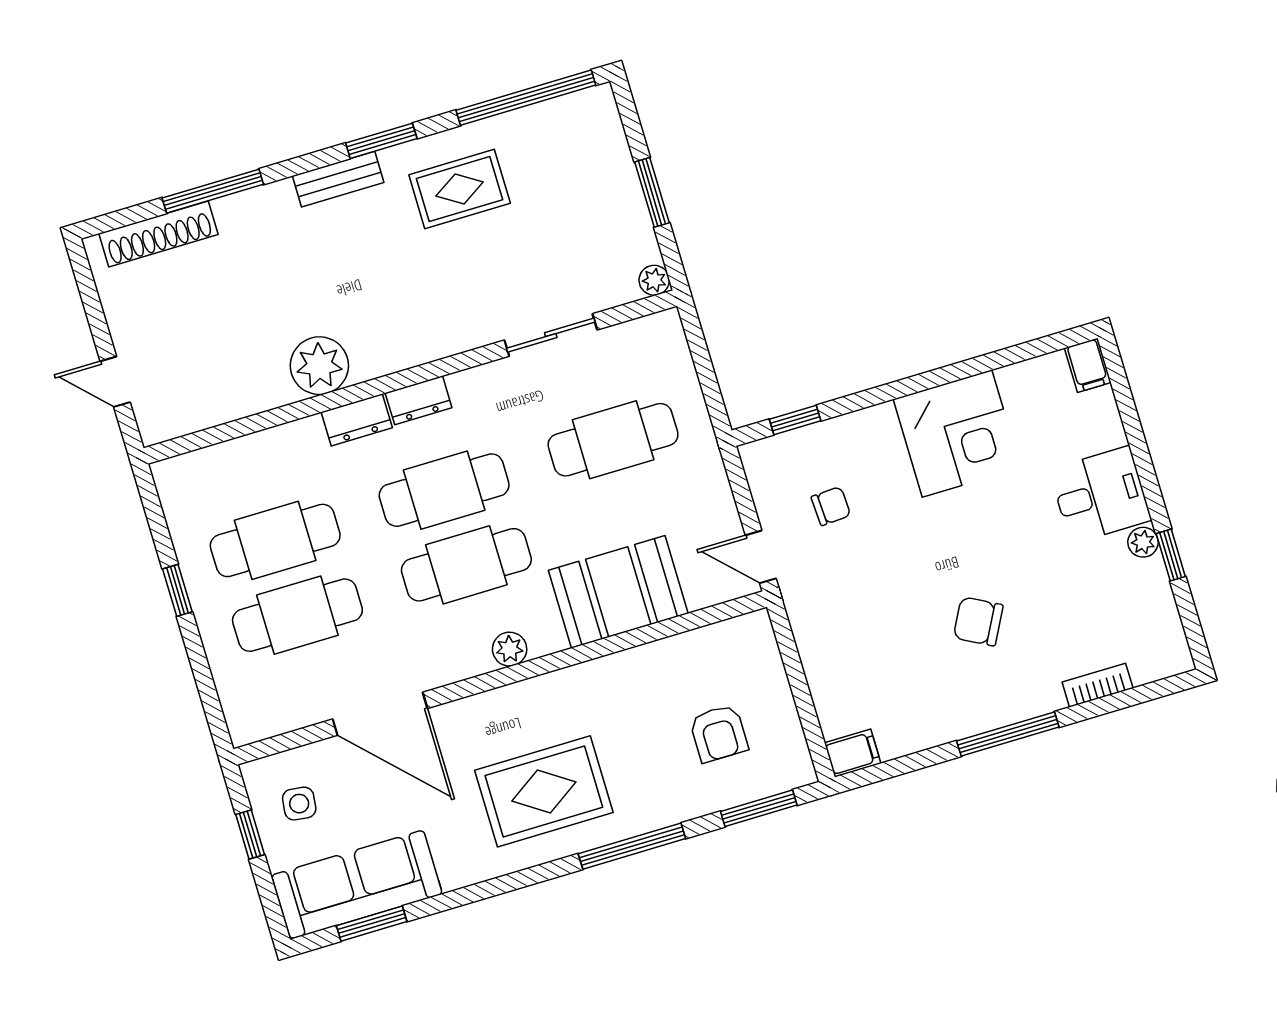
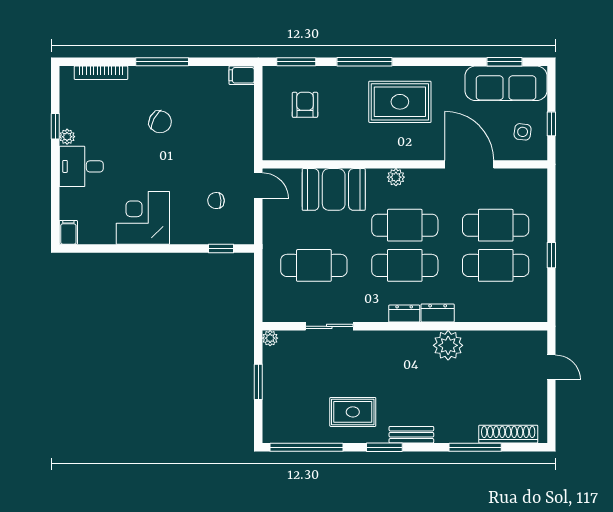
bookcase: (1098, 685) -> (101, 73), width x1.56

